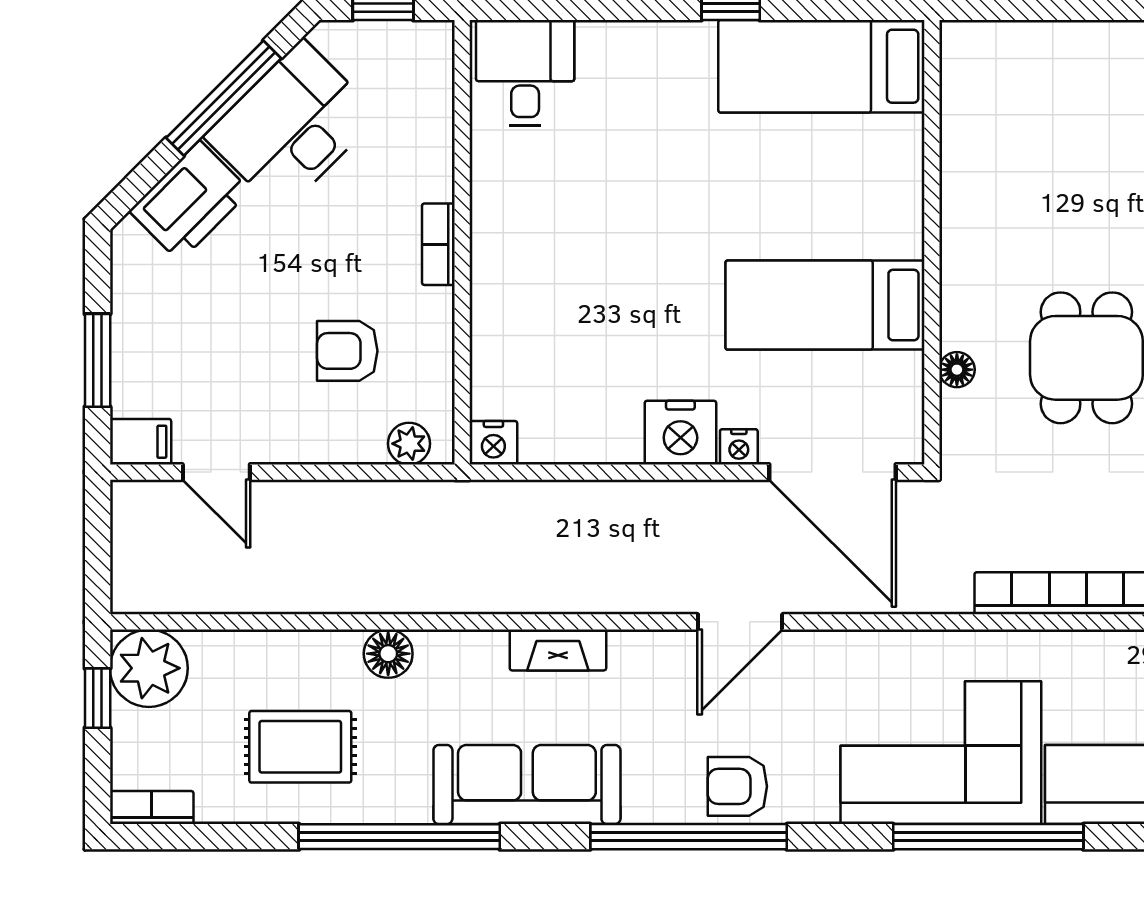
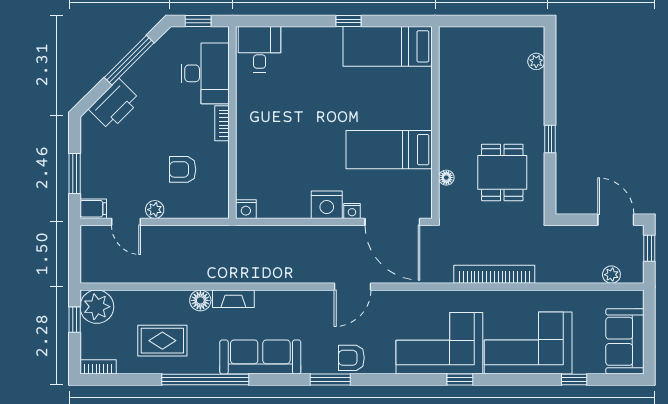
desk: (292, 126) -> (205, 73), moved, turned 135
plant: (409, 444) -> (155, 210), moved
fireplace: (558, 650) -> (233, 299), moved
window: (689, 837) -> (330, 380), width x0.47
window: (988, 837) -> (460, 380), width x0.32

